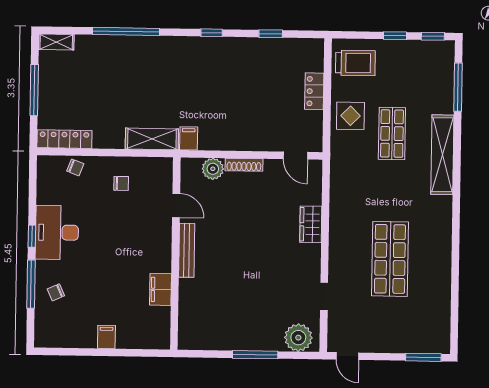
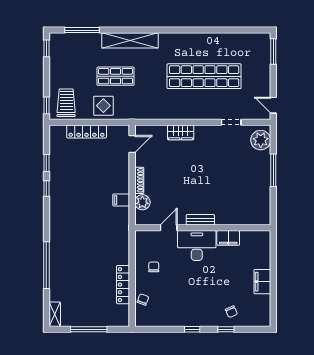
window: (212, 33) -> (46, 188), moved
window: (395, 36) -> (46, 105), moved
locker: (314, 91) -> (87, 132), width x1.53
filing cabinet: (189, 138) -> (121, 200), moved
locker: (64, 139) -> (123, 285), moved
shelving: (152, 139) -> (122, 246), removed
desk: (57, 232) -> (197, 245), moved, turned 180
bench: (187, 250) -> (200, 220), width x0.73
shop shelf: (390, 259) -> (204, 76), width x1.40
window: (31, 284) -> (226, 329), width x0.46
filing cabinet: (106, 337) -> (262, 282), width x2.00
door: (347, 356) -> (273, 105), swing flipped

